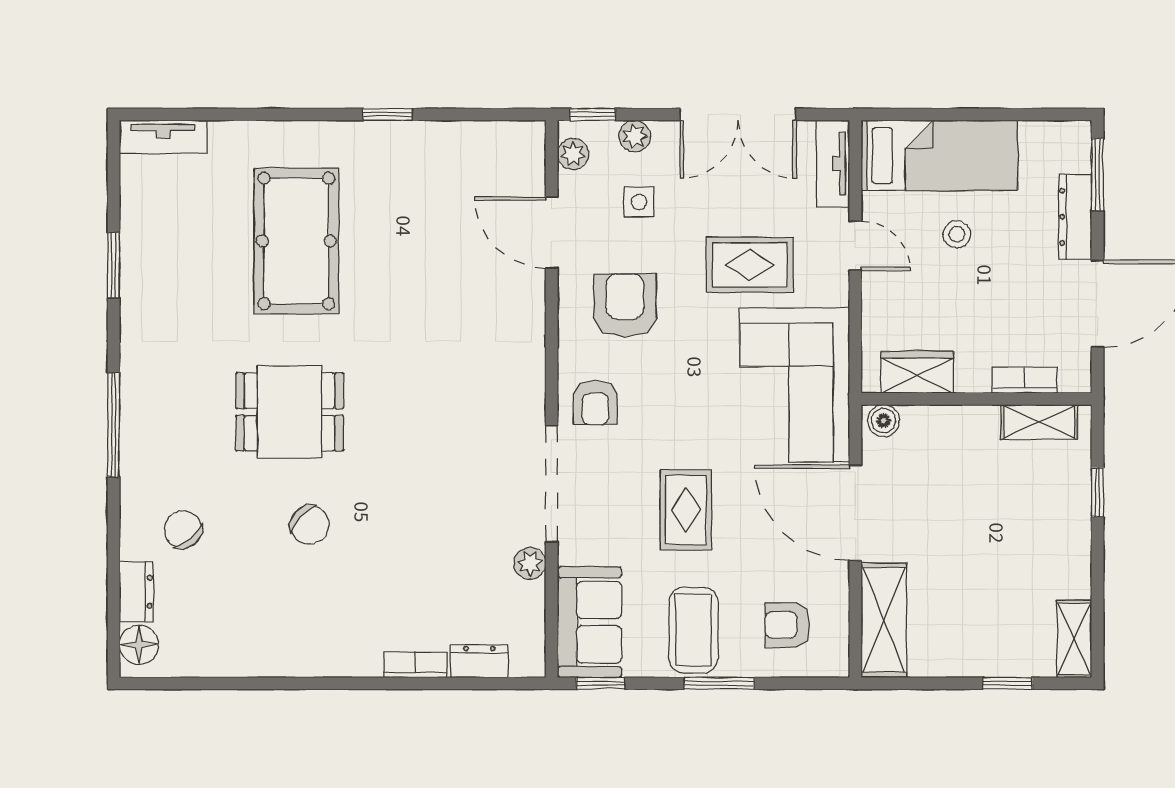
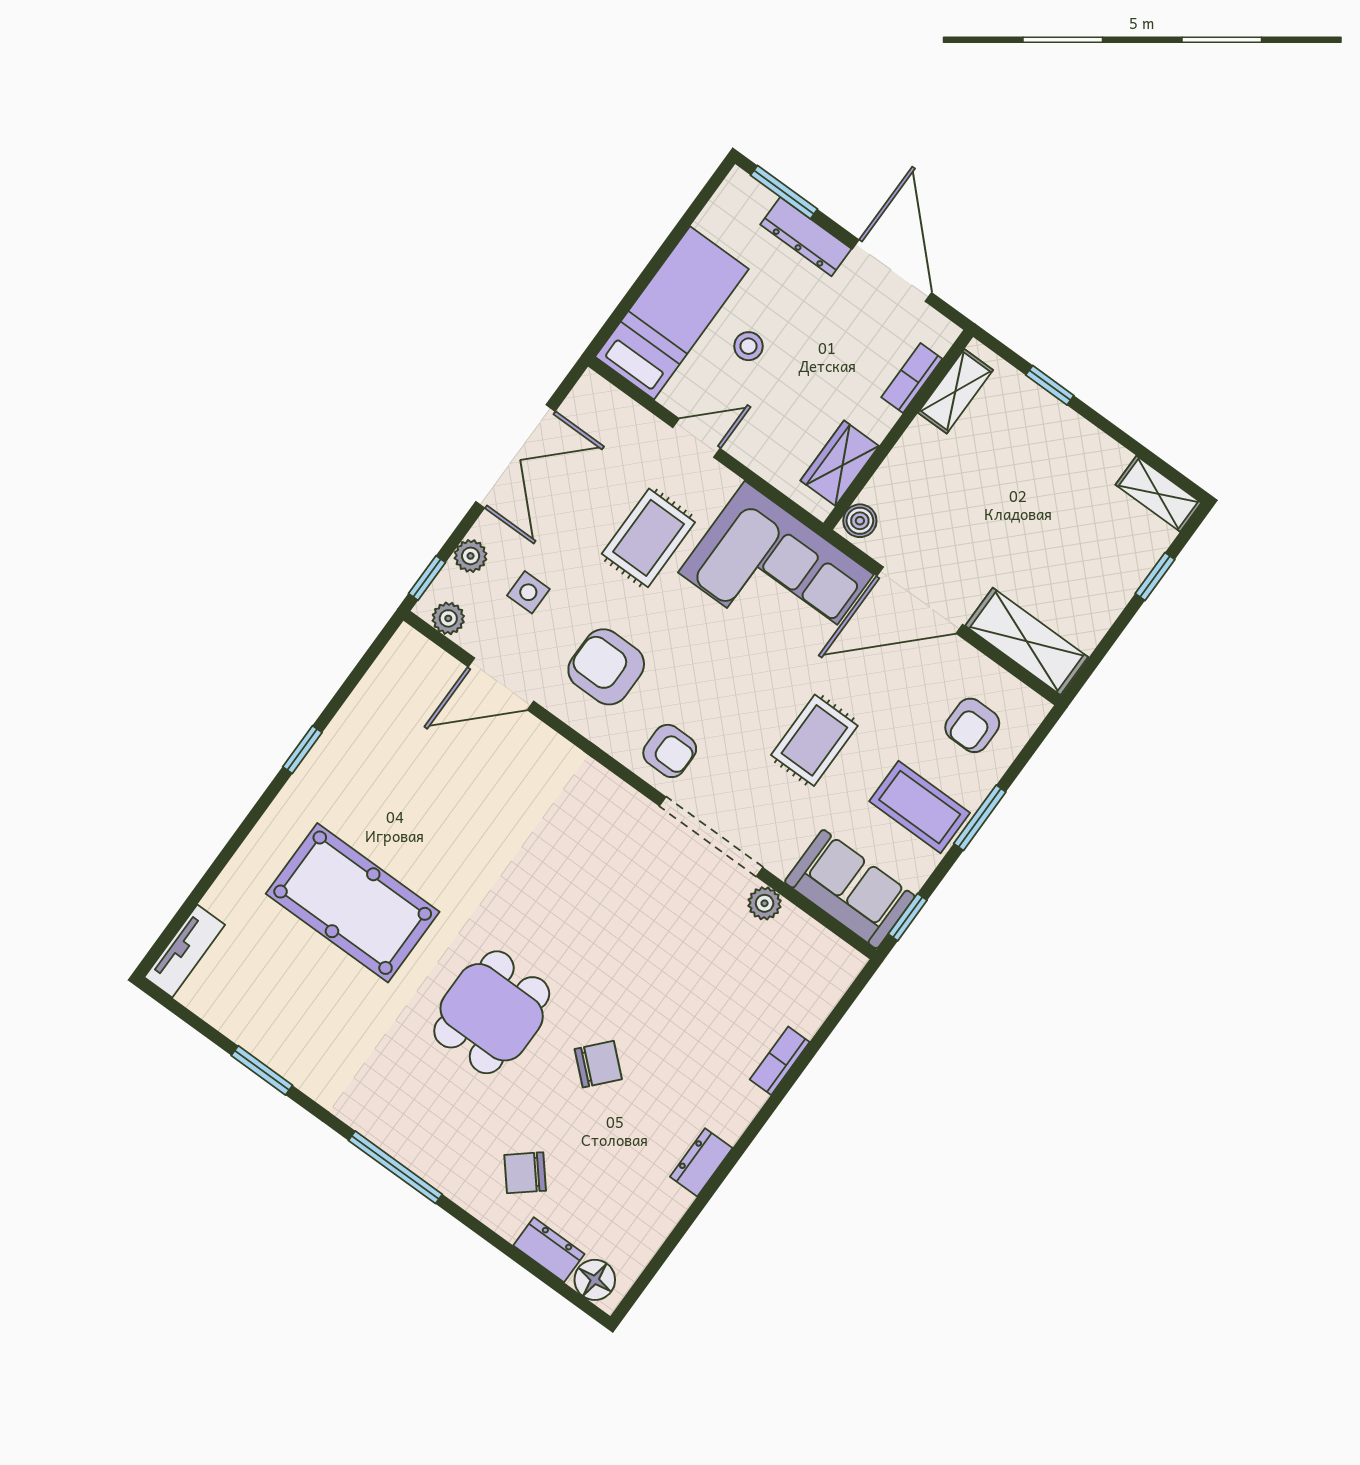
tv unit: (833, 164) -> (614, 407), removed
rug: (686, 510) -> (814, 740), turned 90
dresser: (479, 661) -> (701, 1162), moved

